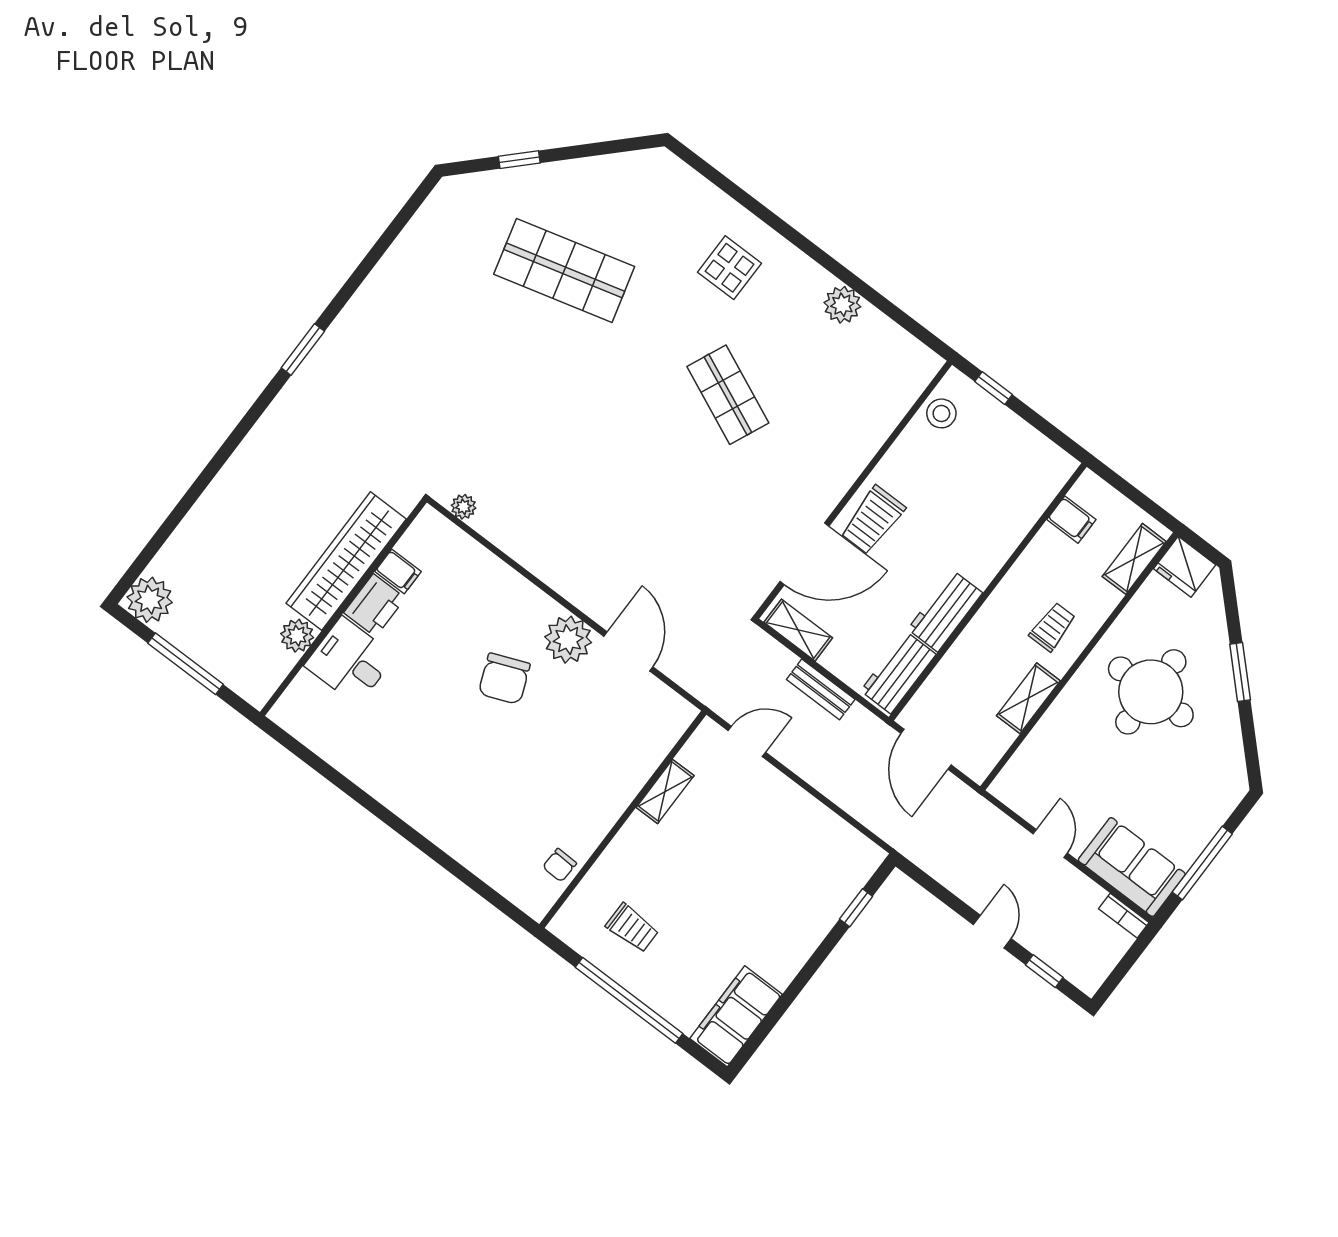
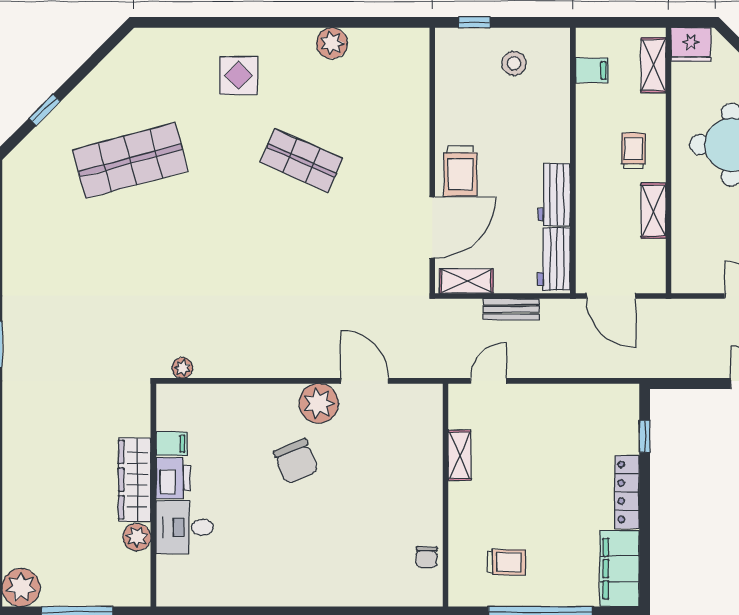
stool: (941, 413) -> (514, 63), moved
wardrobe: (346, 561) -> (135, 480), width x0.71, depth x0.85
locker: (799, 948) -> (627, 492), added

